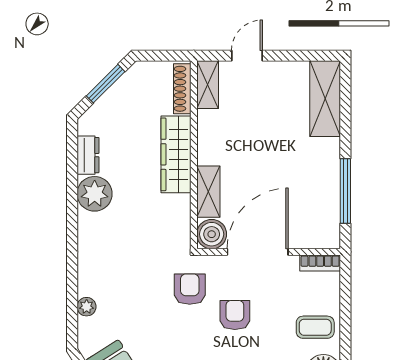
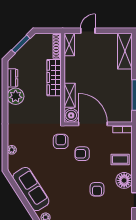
door: (258, 252) -> (93, 124), hinge flipped
armchair: (235, 315) -> (82, 154), turned -90

